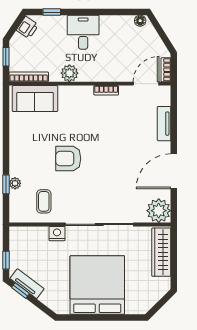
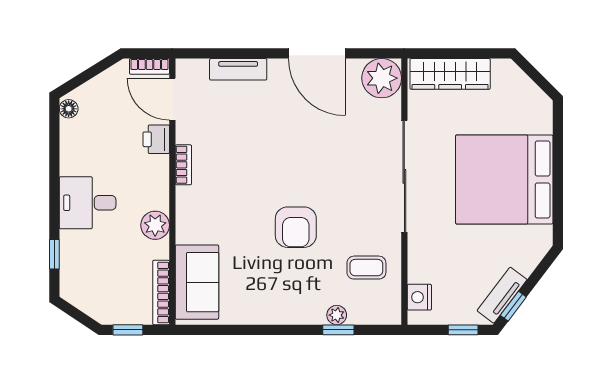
printer: (27, 27) -> (156, 139), moved, turned -123
nightstand: (57, 234) -> (419, 297), moved

